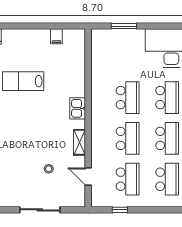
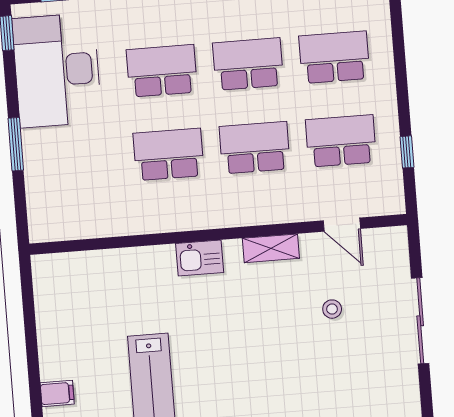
window: (124, 26) -> (16, 144), moved
filing cabinet: (56, 36) -> (57, 393), moved
door: (88, 177) -> (342, 225), hinge flipped

